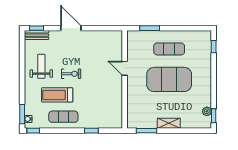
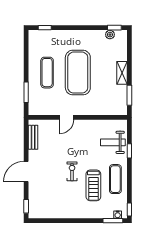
bench: (36, 35) -> (33, 137), moved
weight bench: (41, 66) -> (113, 142), moved

